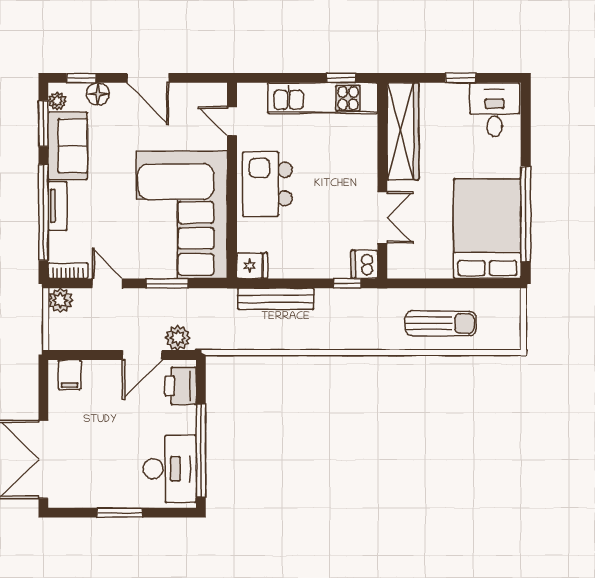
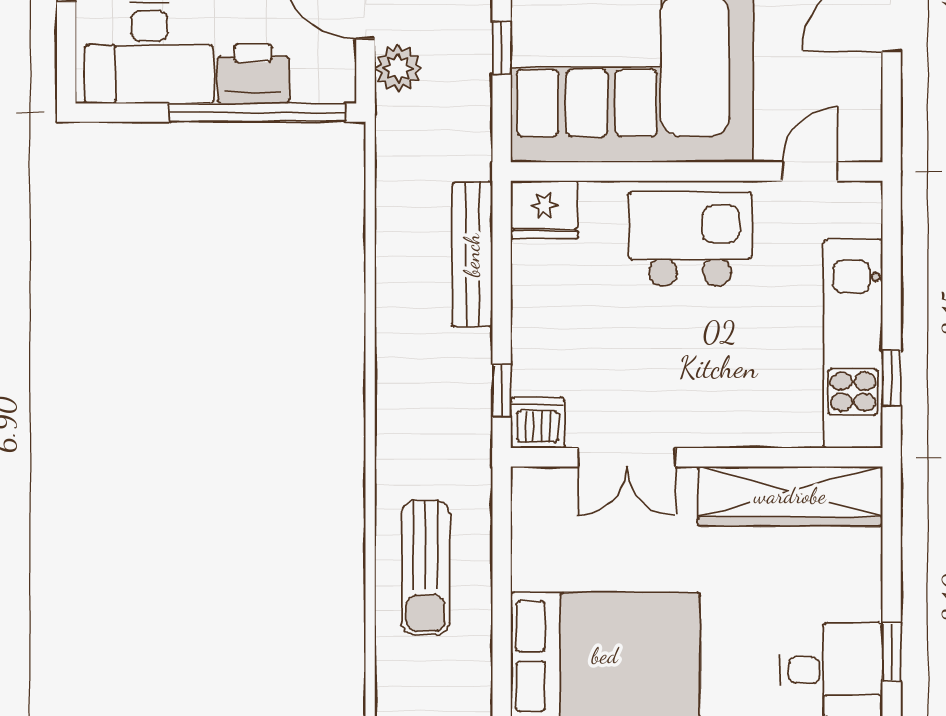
window: (461, 78) -> (892, 652), moved
fridge: (252, 266) -> (544, 210), width x1.38
window: (167, 283) -> (502, 48), width x0.67
printer: (181, 386) -> (253, 74), moved
window: (201, 450) -> (257, 113), moved

